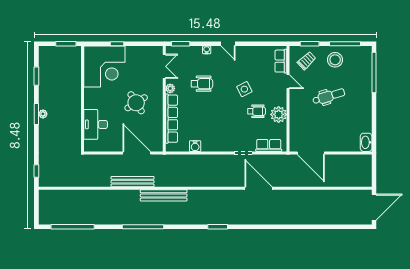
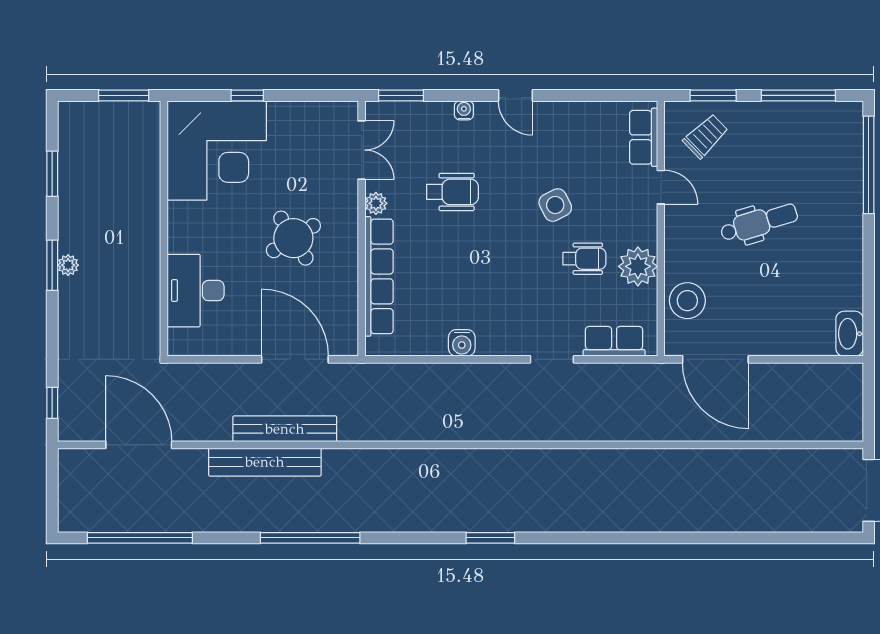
stool: (335, 60) -> (687, 301), moved
water cooler: (195, 146) -> (462, 343), moved
door: (259, 188) -> (139, 445), moved
bench: (164, 195) -> (265, 462), moved

